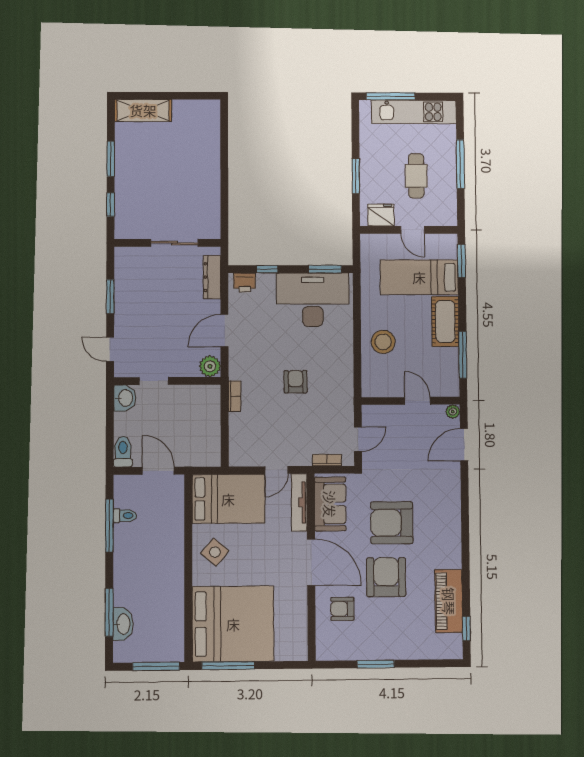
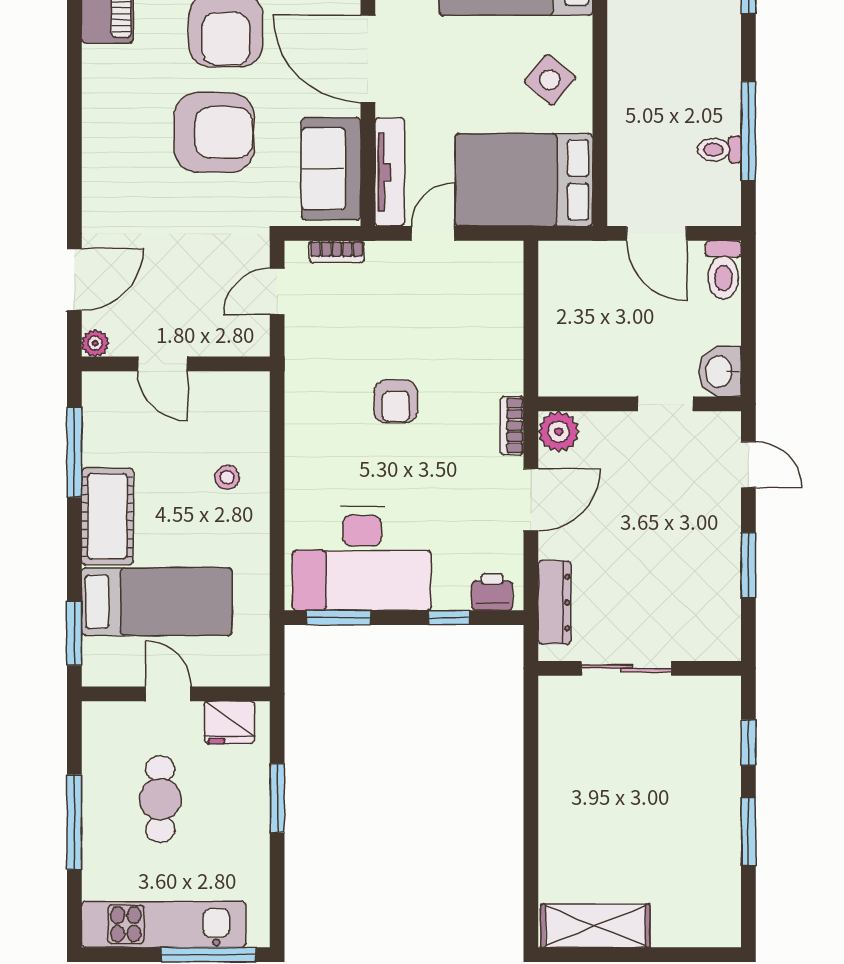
shelving: (143, 110) -> (595, 926), moved
stool: (383, 342) -> (227, 477), width x0.53, depth x0.53
bookcase: (235, 396) -> (512, 426), moved

